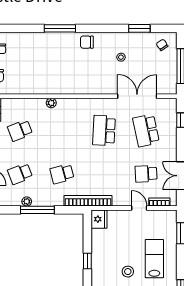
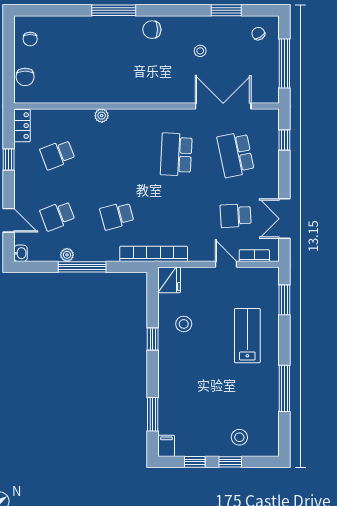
stool: (128, 272) -> (184, 324), moved

